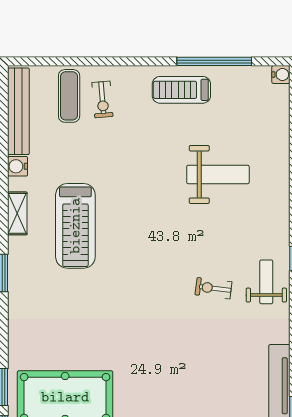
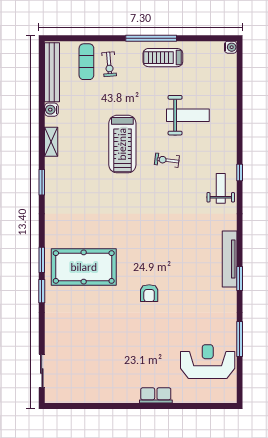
window: (214, 61) -> (151, 38), moved
treadmill: (75, 226) -> (122, 144), moved
exercise bike: (213, 288) -> (167, 160), moved

